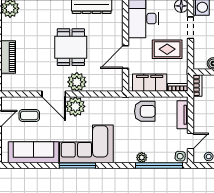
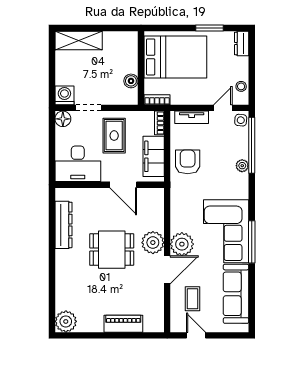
door: (190, 141) -> (223, 108), hinge flipped

